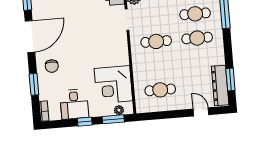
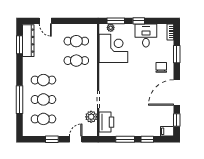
cafe table: (156, 41) -> (76, 61), moved

